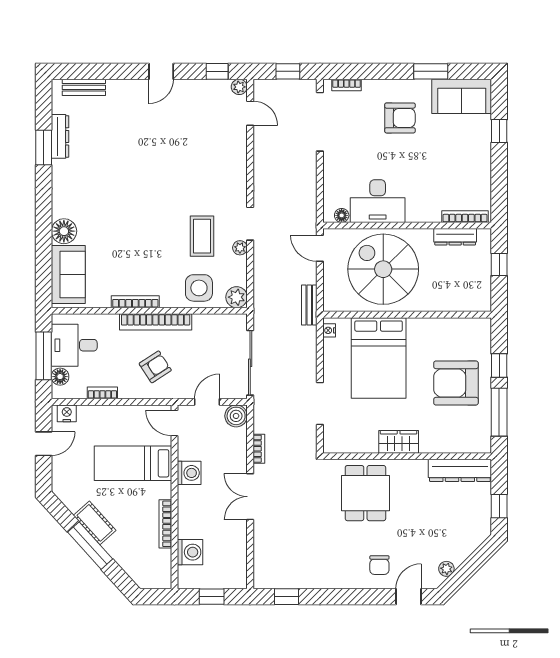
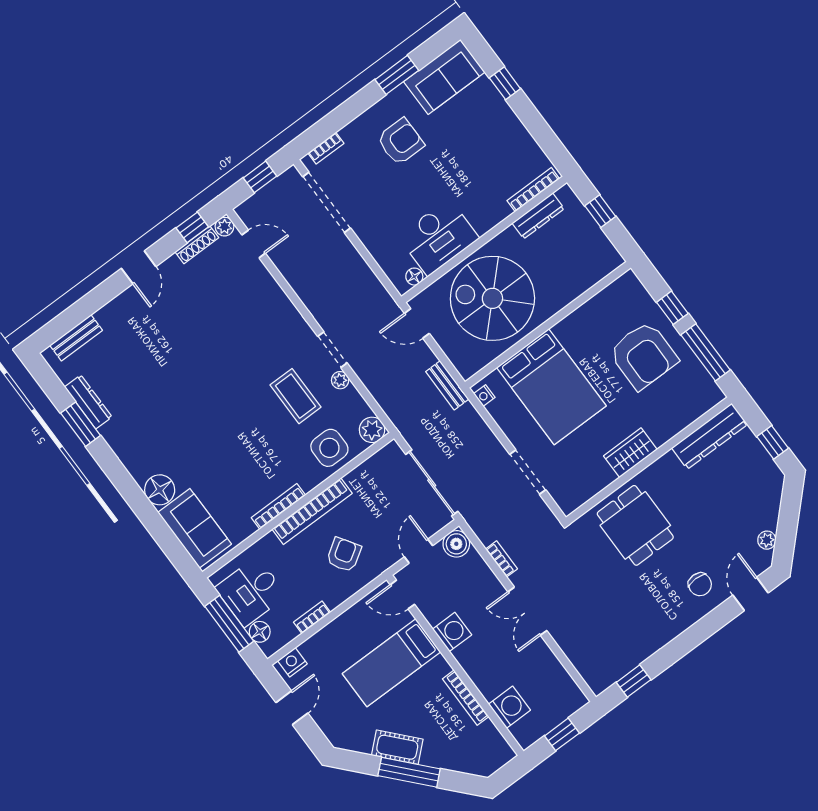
shoe rack: (212, 85) -> (197, 245), added
armchair: (456, 383) -> (643, 355), turned -90

